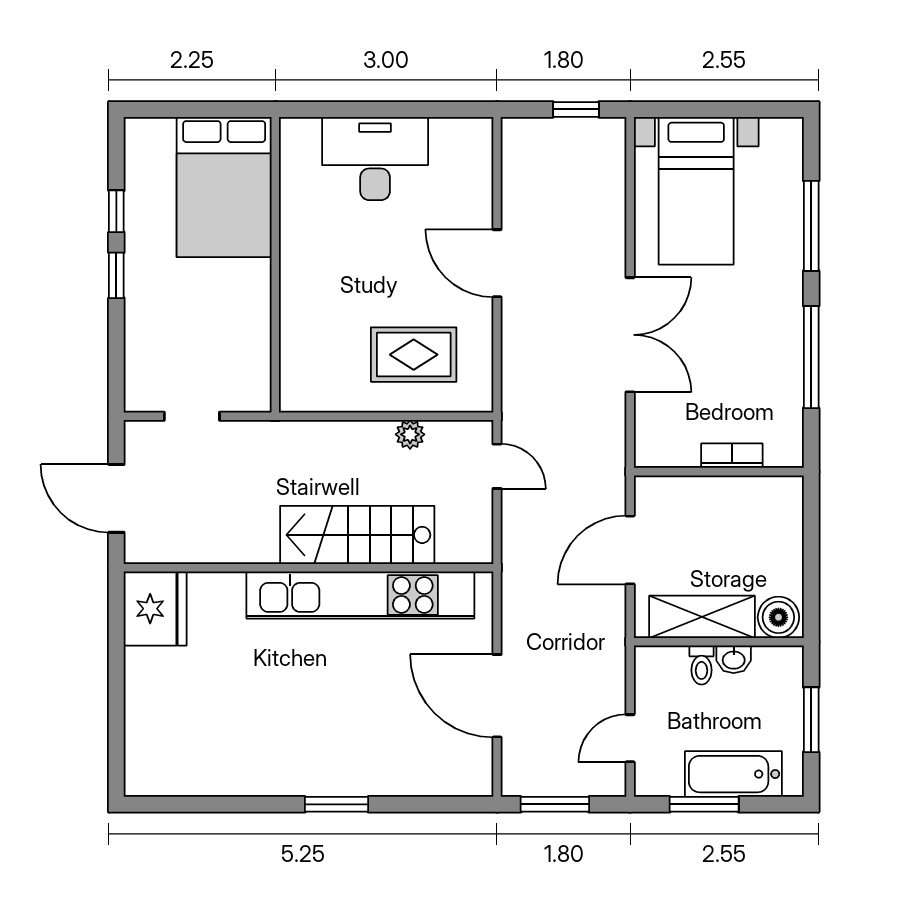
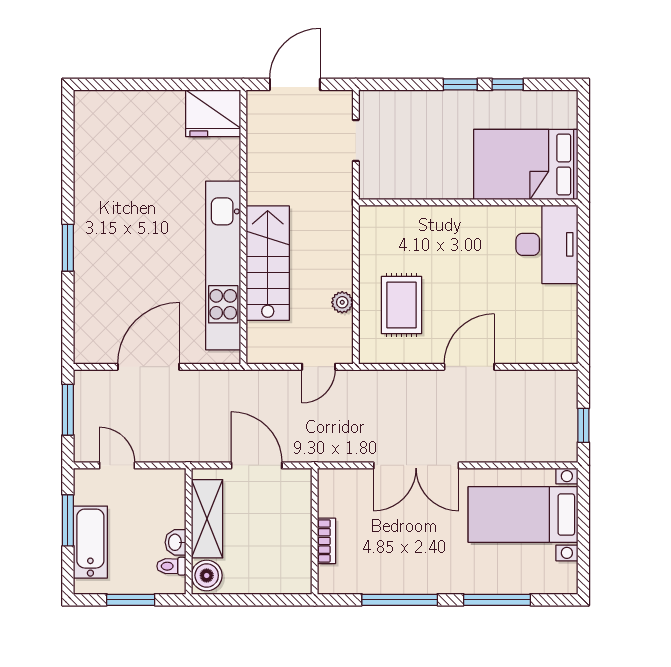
desk: (375, 158) -> (547, 244), moved
toilet: (702, 665) -> (171, 566), moved

